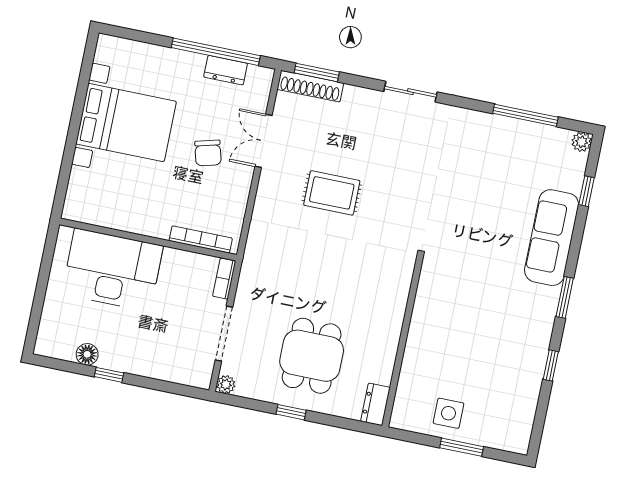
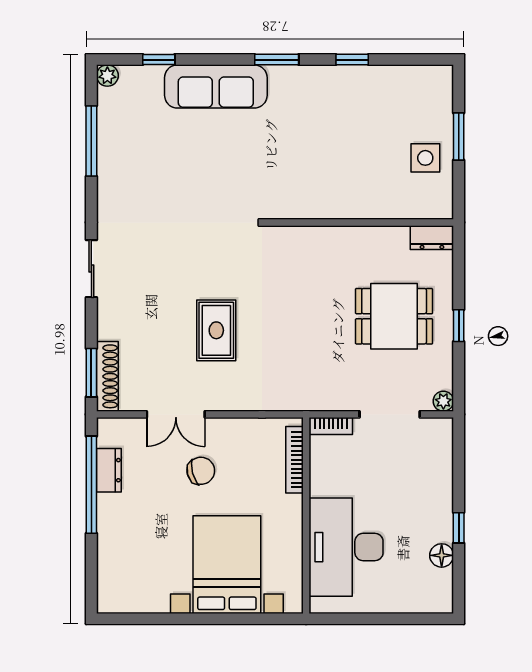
bed with nightstands: (126, 123) -> (227, 565), moved

